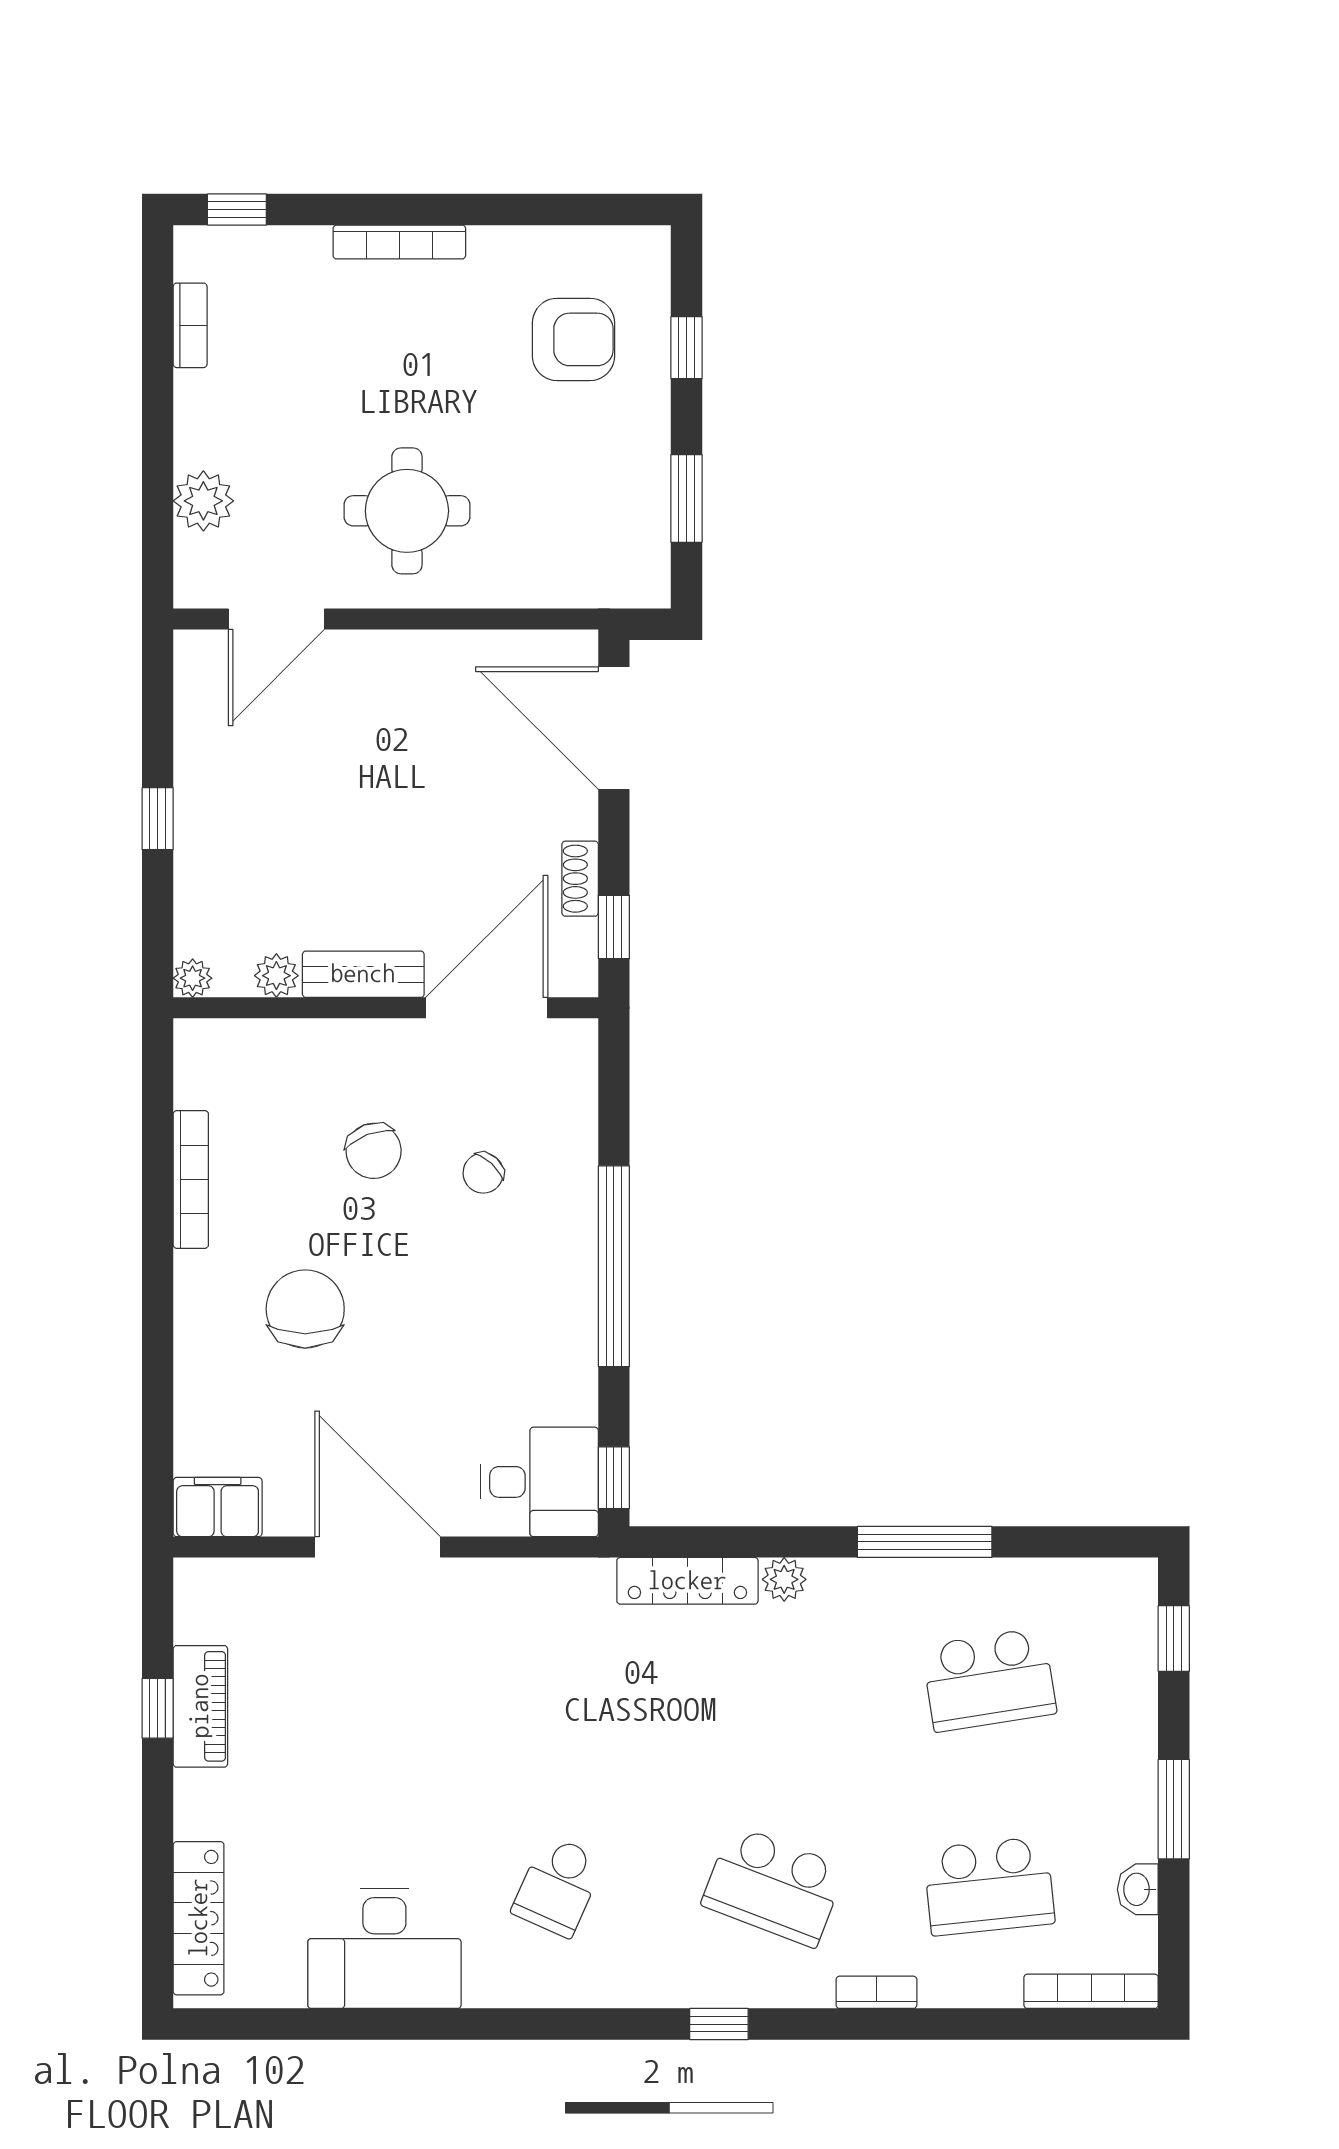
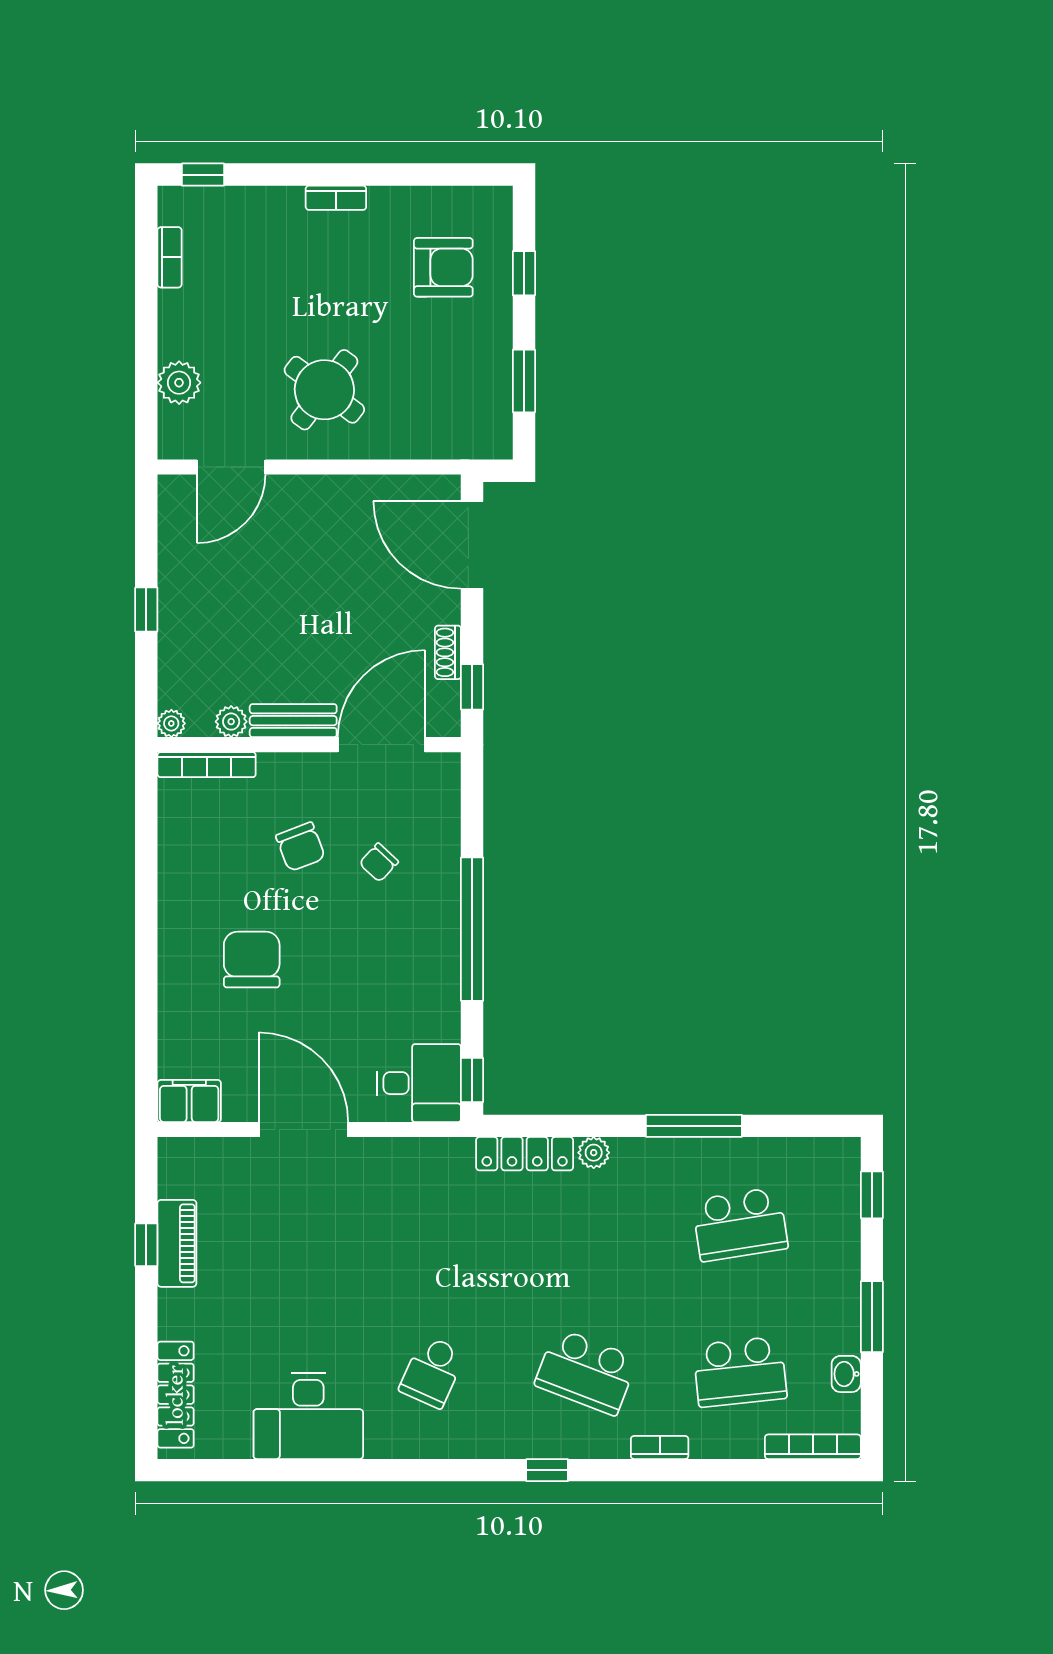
bookcase: (399, 242) -> (336, 198), width x0.64
round table: (407, 511) -> (324, 390), turned 37
bookcase: (191, 1179) -> (207, 765), moved, turned 90

